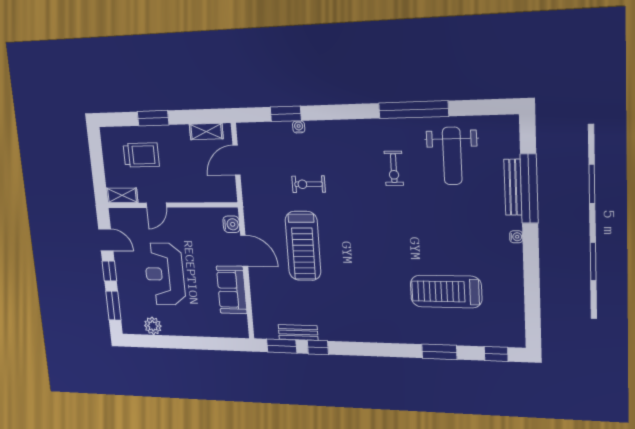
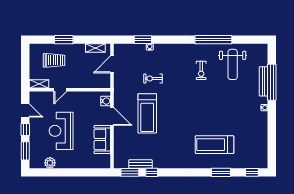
treadmill: (446, 292) -> (215, 145), moved

